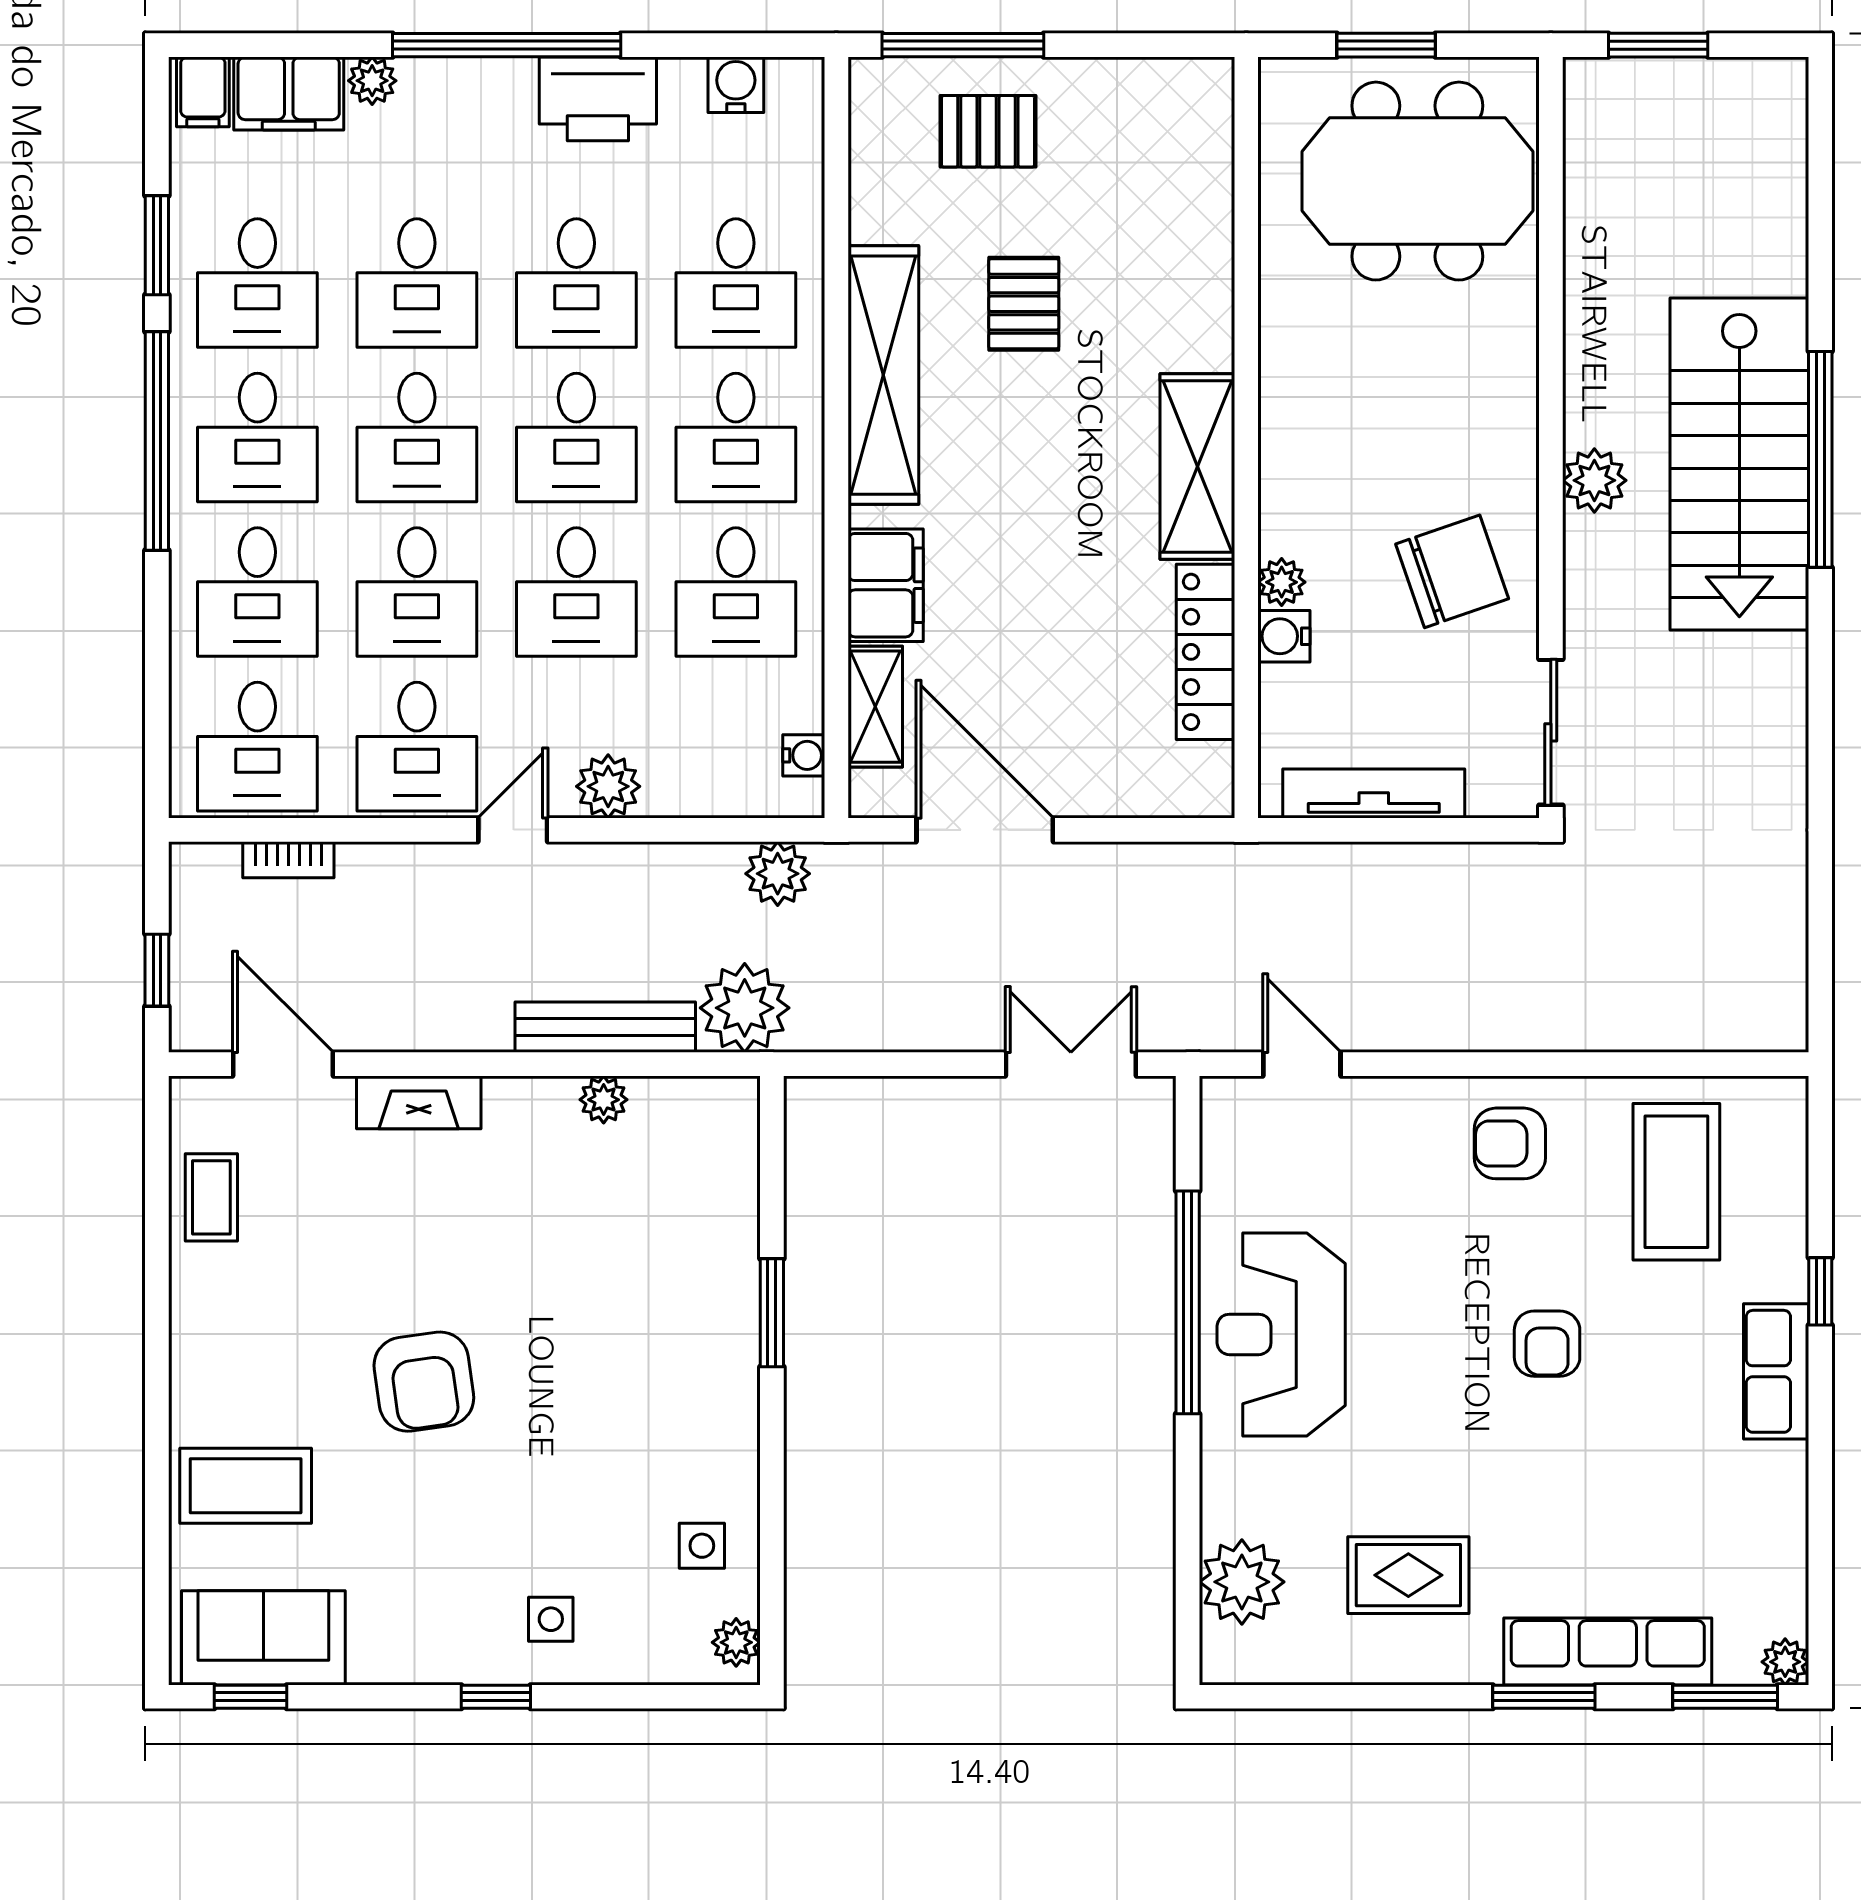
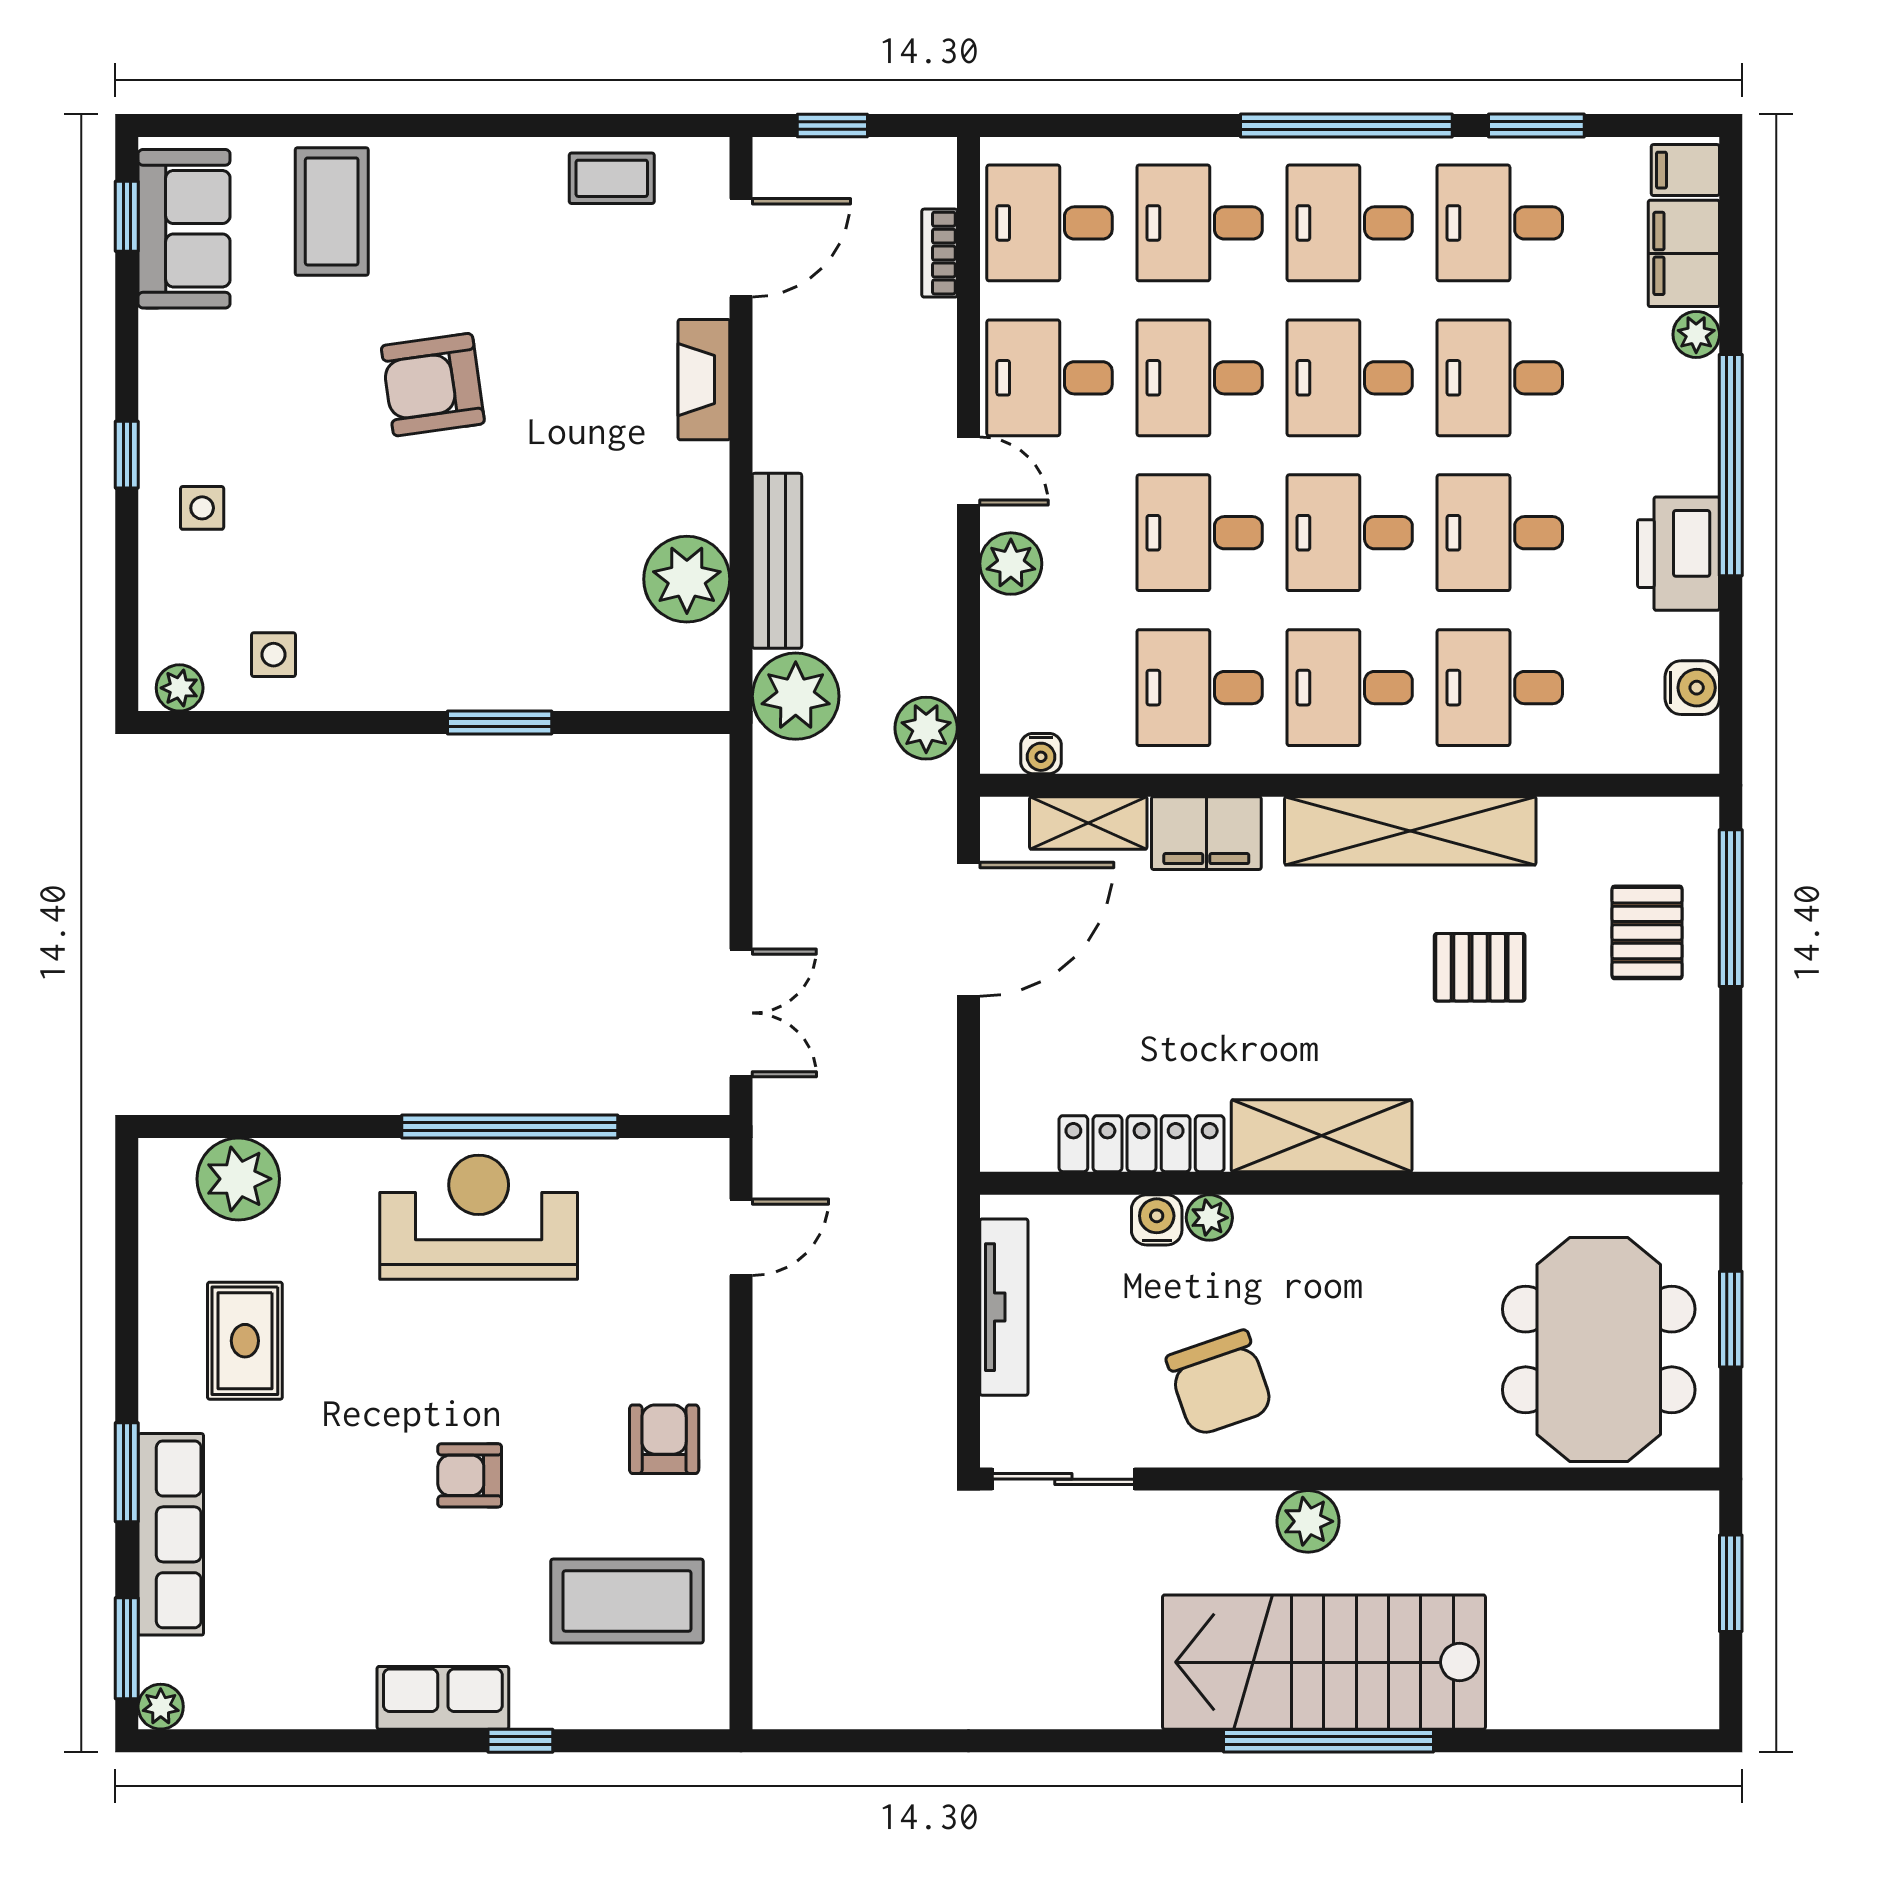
plant: (604, 1100) -> (687, 579), width x1.87, depth x1.87

